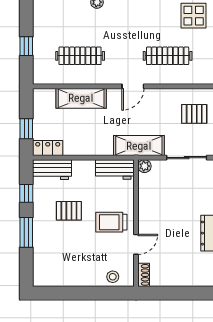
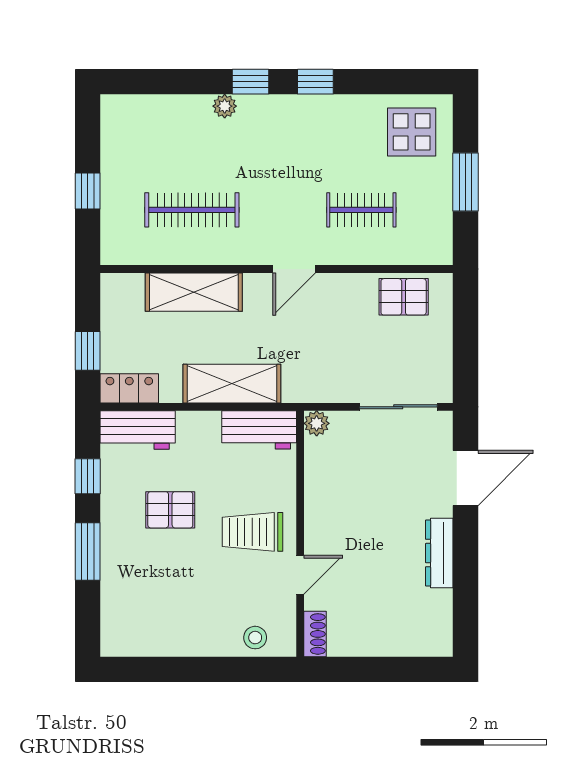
clothes rail: (168, 56) -> (361, 210), width x0.73
pallet: (194, 114) -> (404, 297), moved
shelving: (139, 146) -> (232, 384), moved

